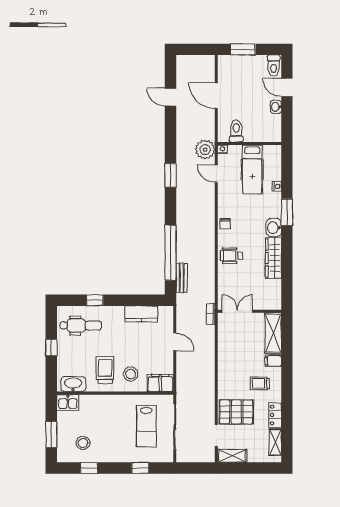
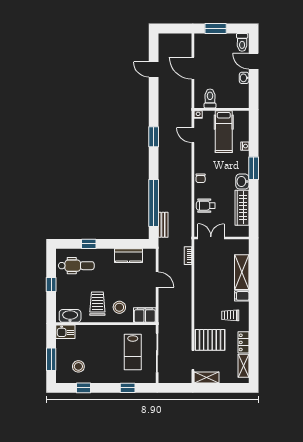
plant: (205, 150) -> (183, 115), removed
double door: (237, 311) -> (211, 238), moved
wall: (250, 311) -> (221, 238), moved

